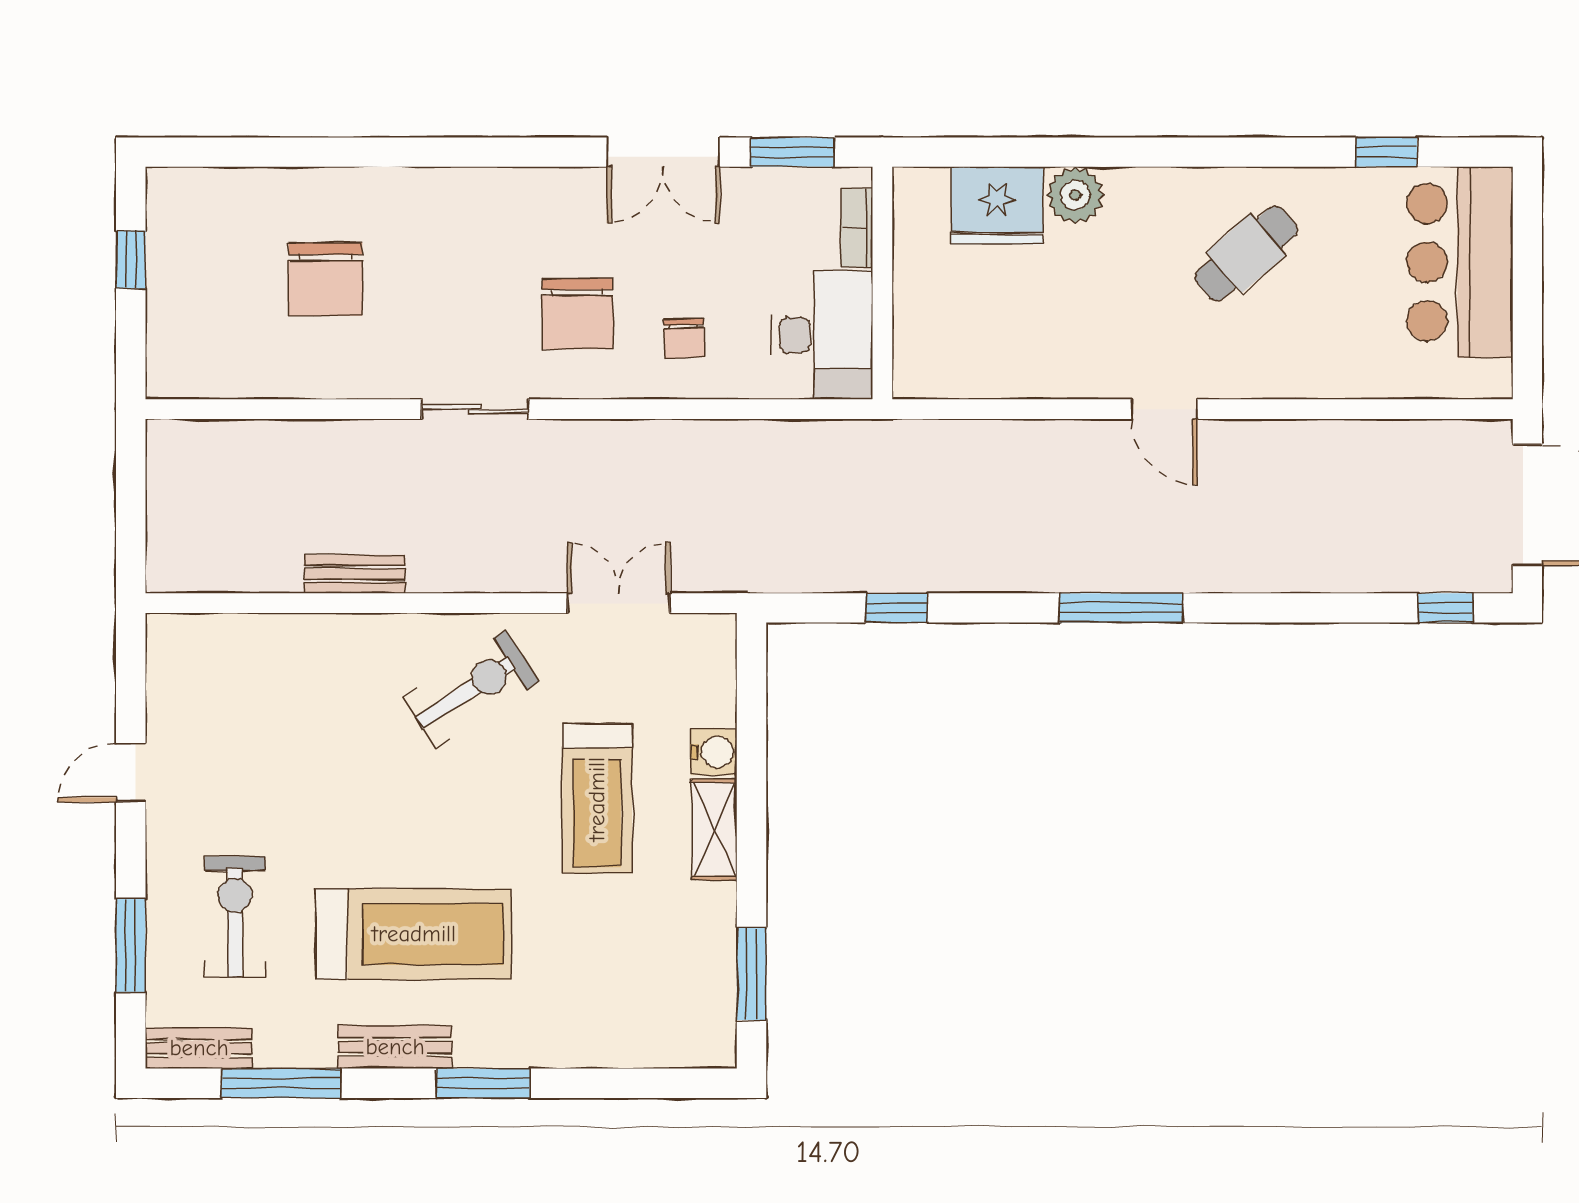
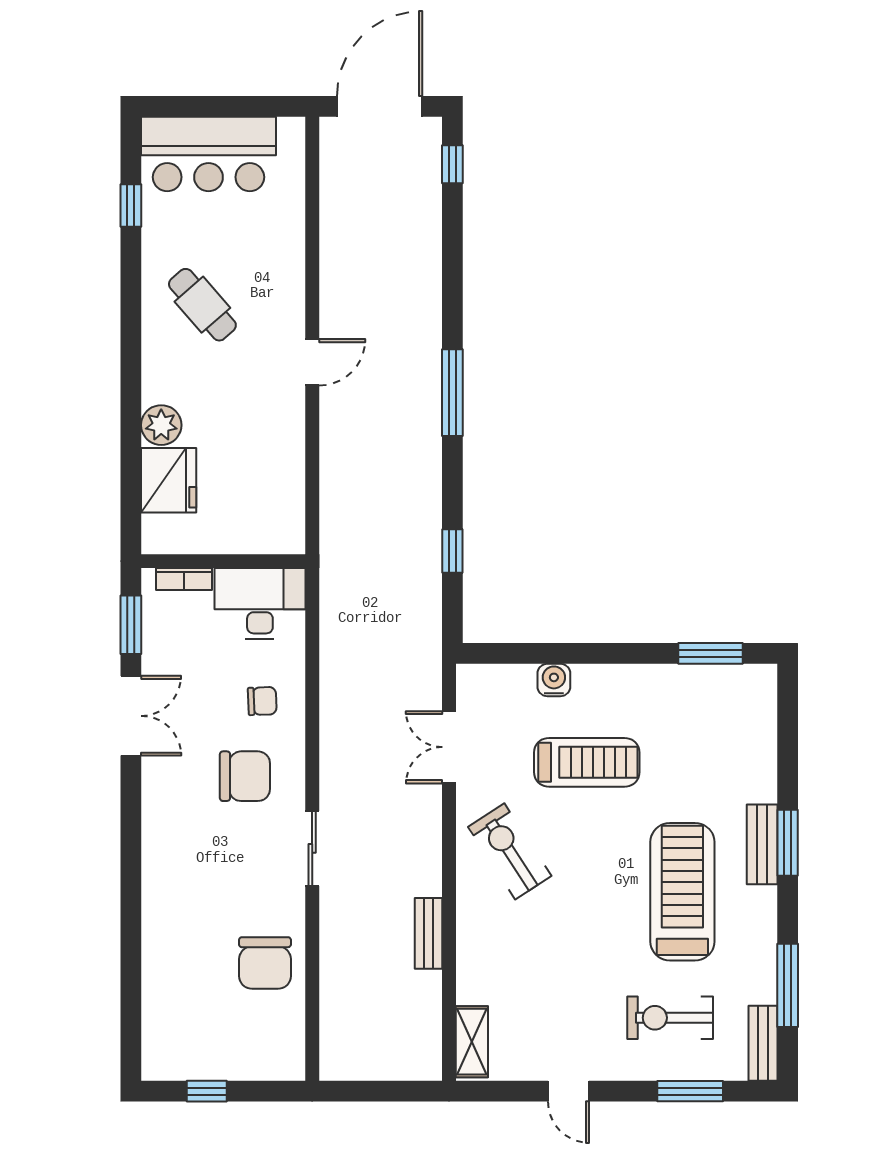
chair: (325, 279) -> (265, 963), moved, turned 90
shelving: (714, 829) -> (472, 1042), moved, turned 90
bench: (395, 1047) -> (762, 844), moved

